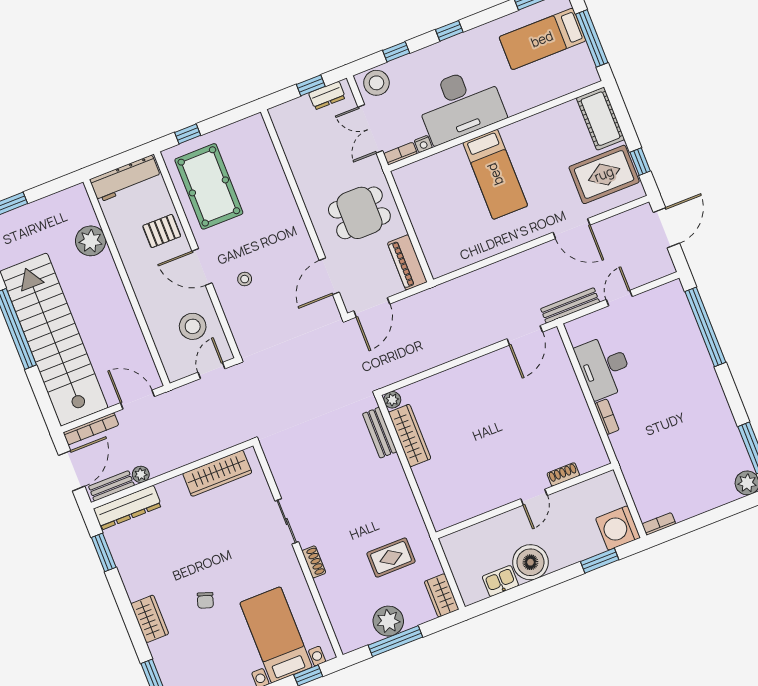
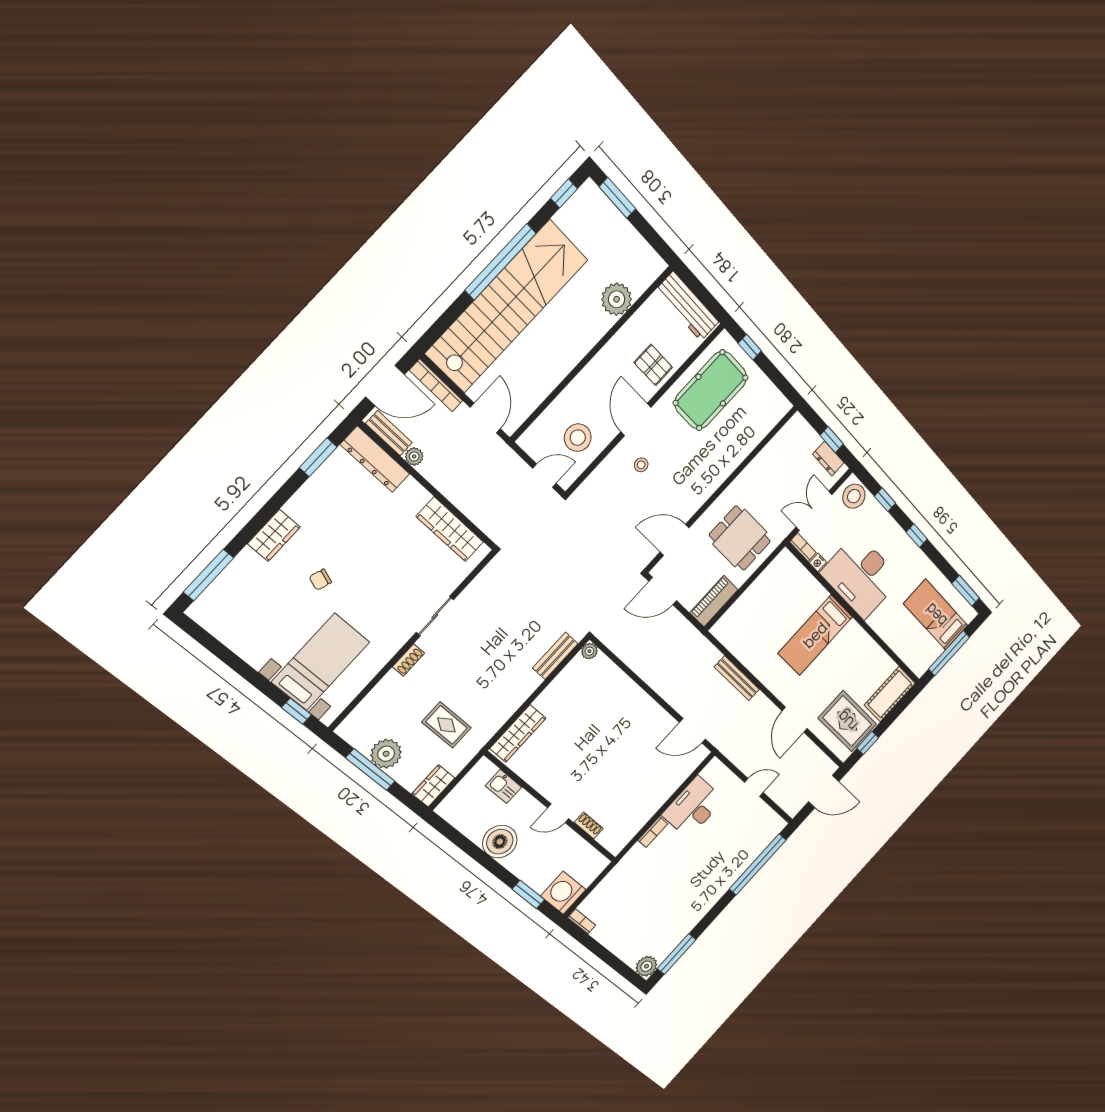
bench: (570, 305) -> (737, 678), moved
wardrobe: (410, 435) -> (518, 733), moved
kitchen sink: (500, 581) -> (504, 786), moved, turned 180

